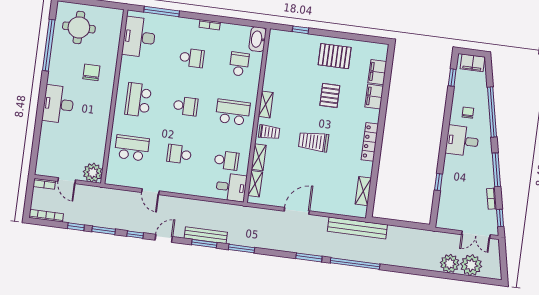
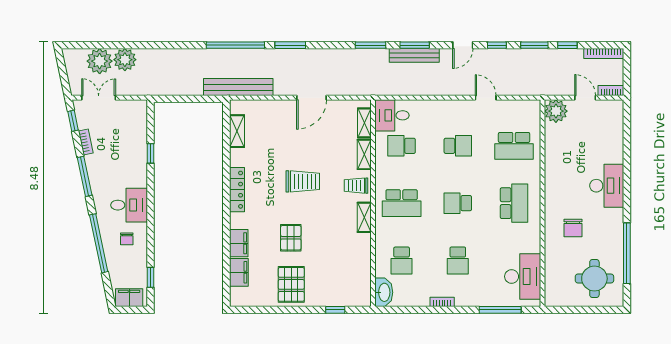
pallet: (335, 56) -> (291, 284), turned 90
school desk: (192, 58) -> (458, 260), turned -90

